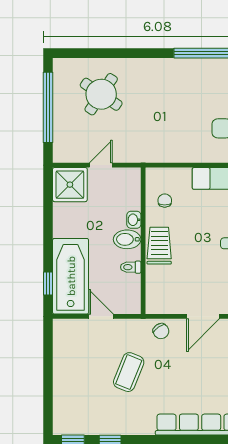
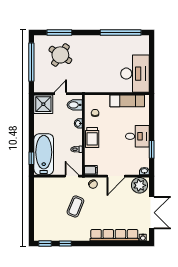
window: (99, 53) -> (59, 32), added
bidet: (127, 239) -> (75, 105), moved
trolley: (159, 246) -> (92, 138), turned 180
filing cabinet: (157, 305) -> (91, 170), added
door: (101, 316) -> (72, 176), moved

